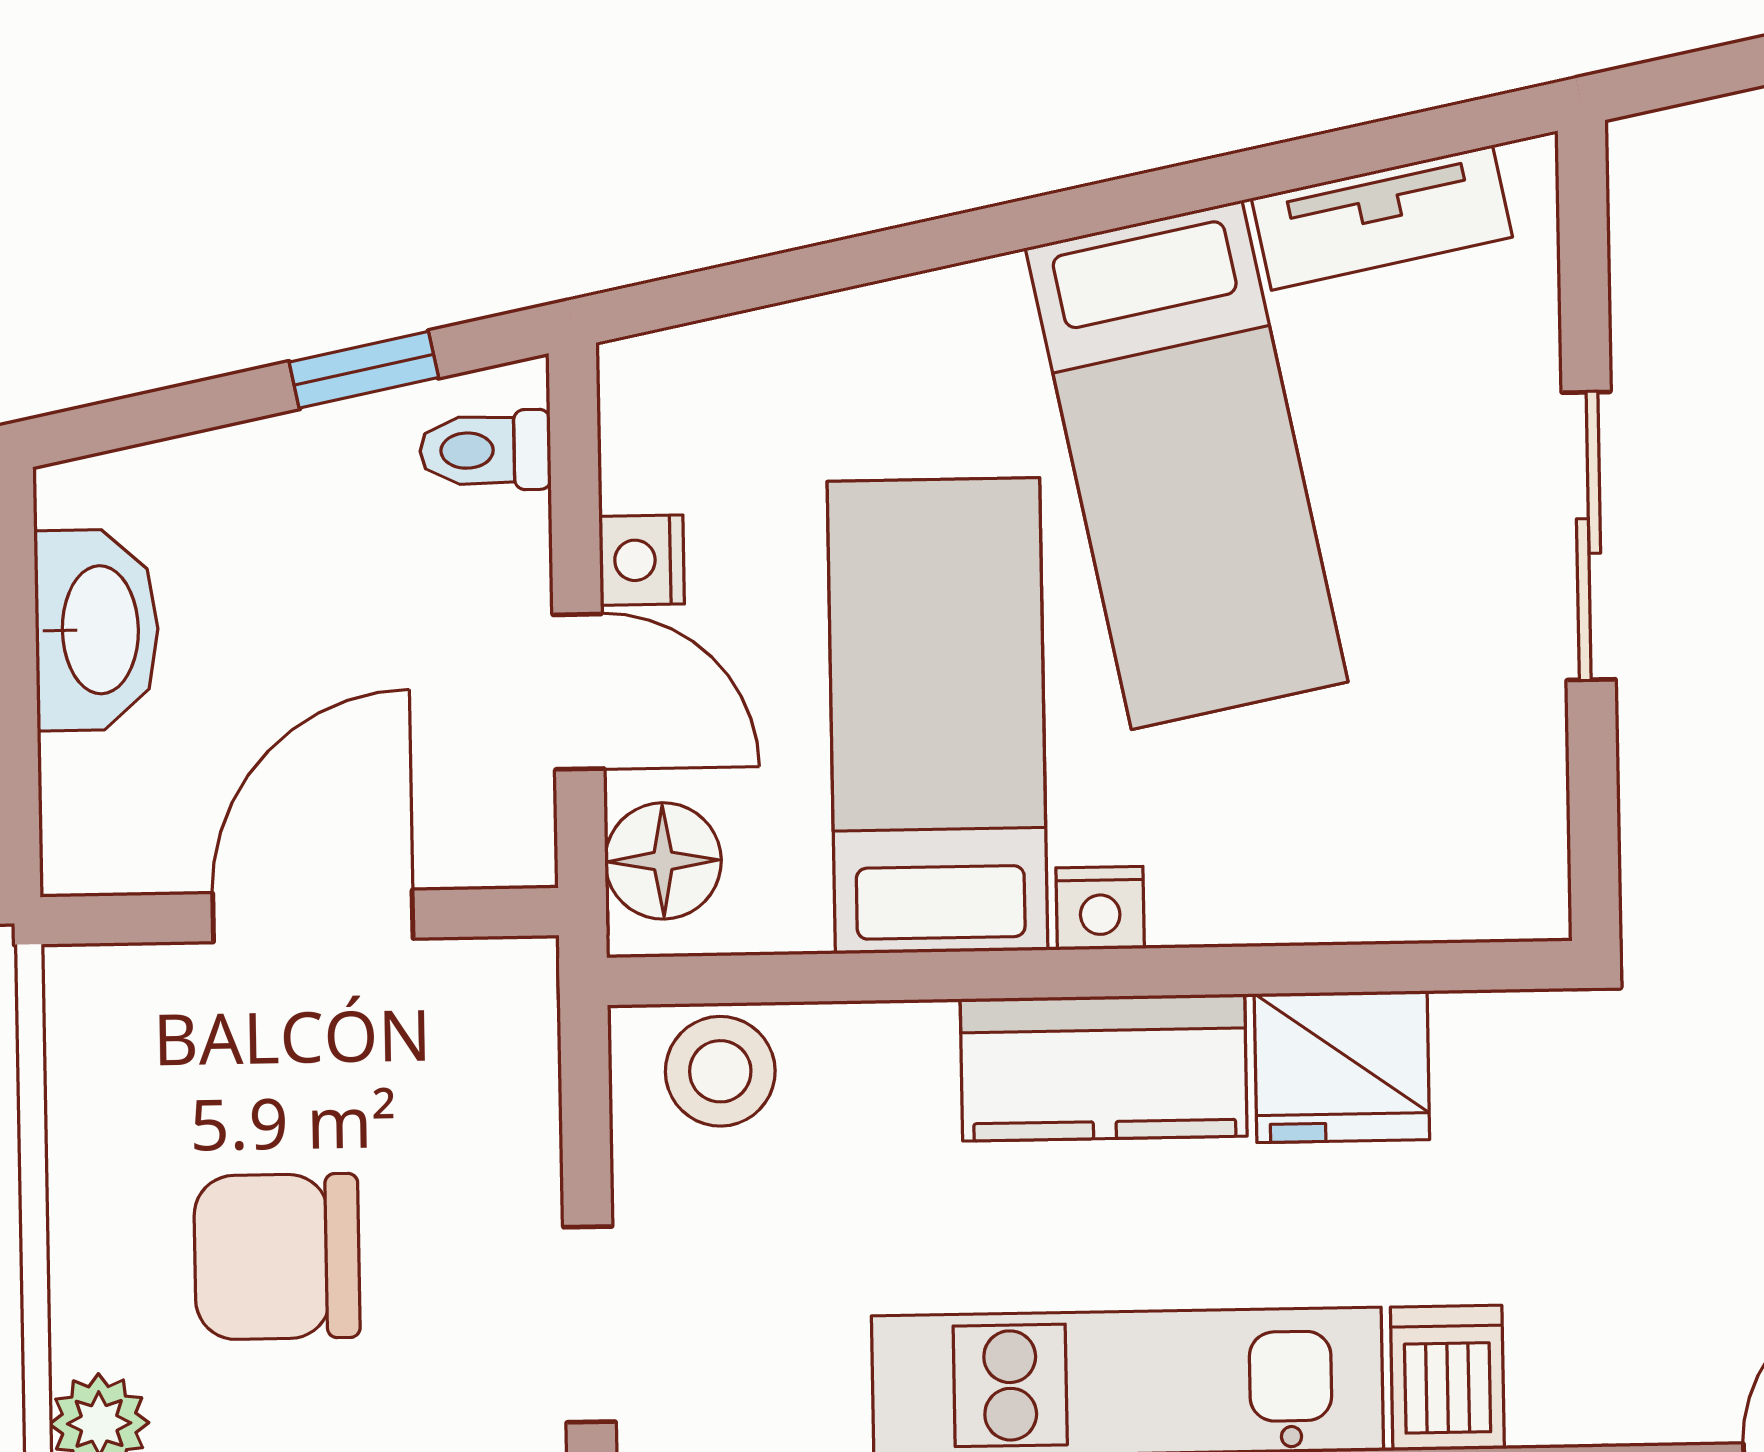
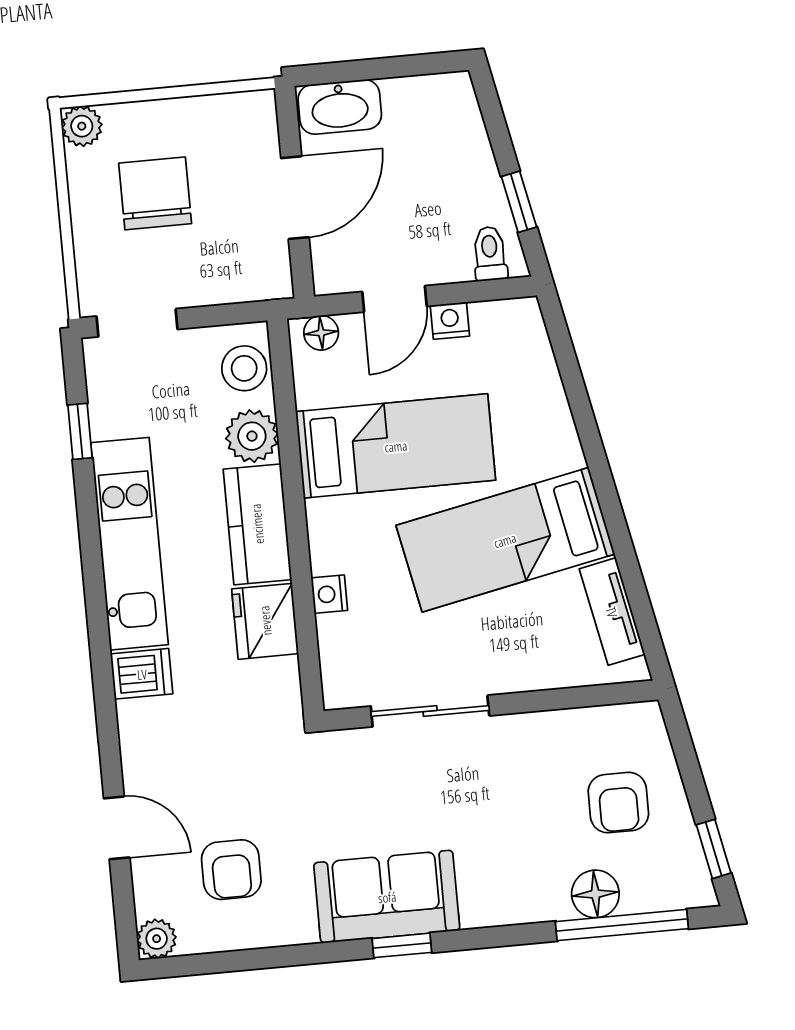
sliding door: (1589, 536) -> (430, 711), moved
washbasin: (97, 630) -> (340, 107), moved
floor lamp: (663, 861) -> (321, 333), width x0.73, depth x0.73
nightstand: (1100, 908) -> (329, 594), moved
door: (313, 916) -> (295, 198), hinge flipped
plant: (887, 1065) -> (252, 436), added

